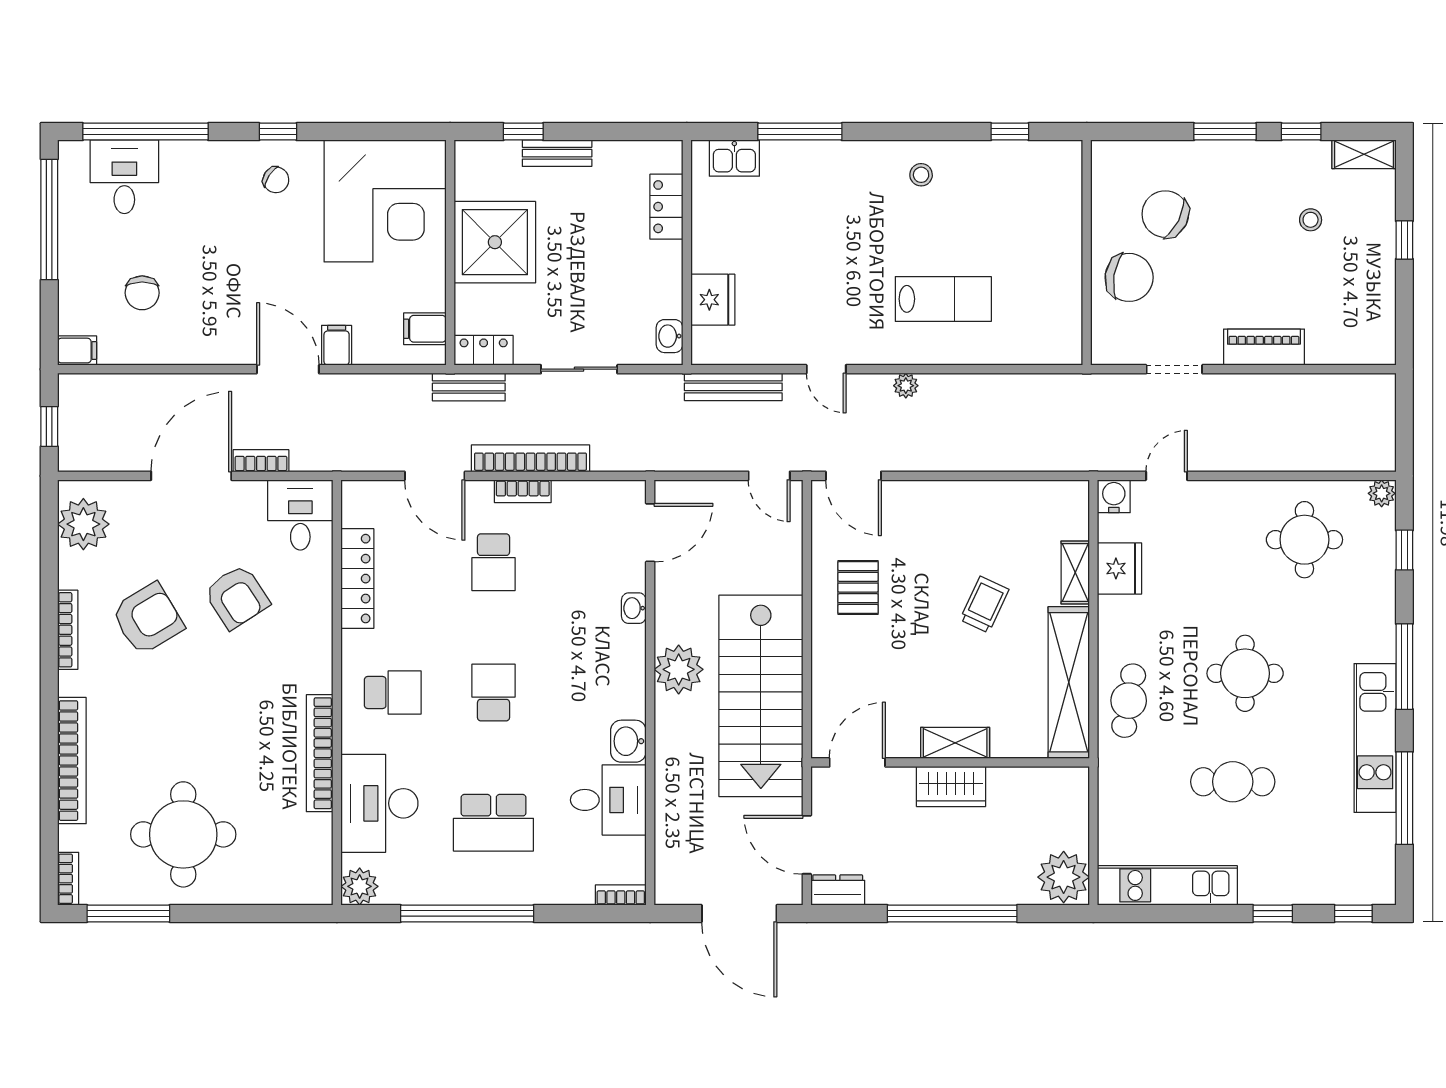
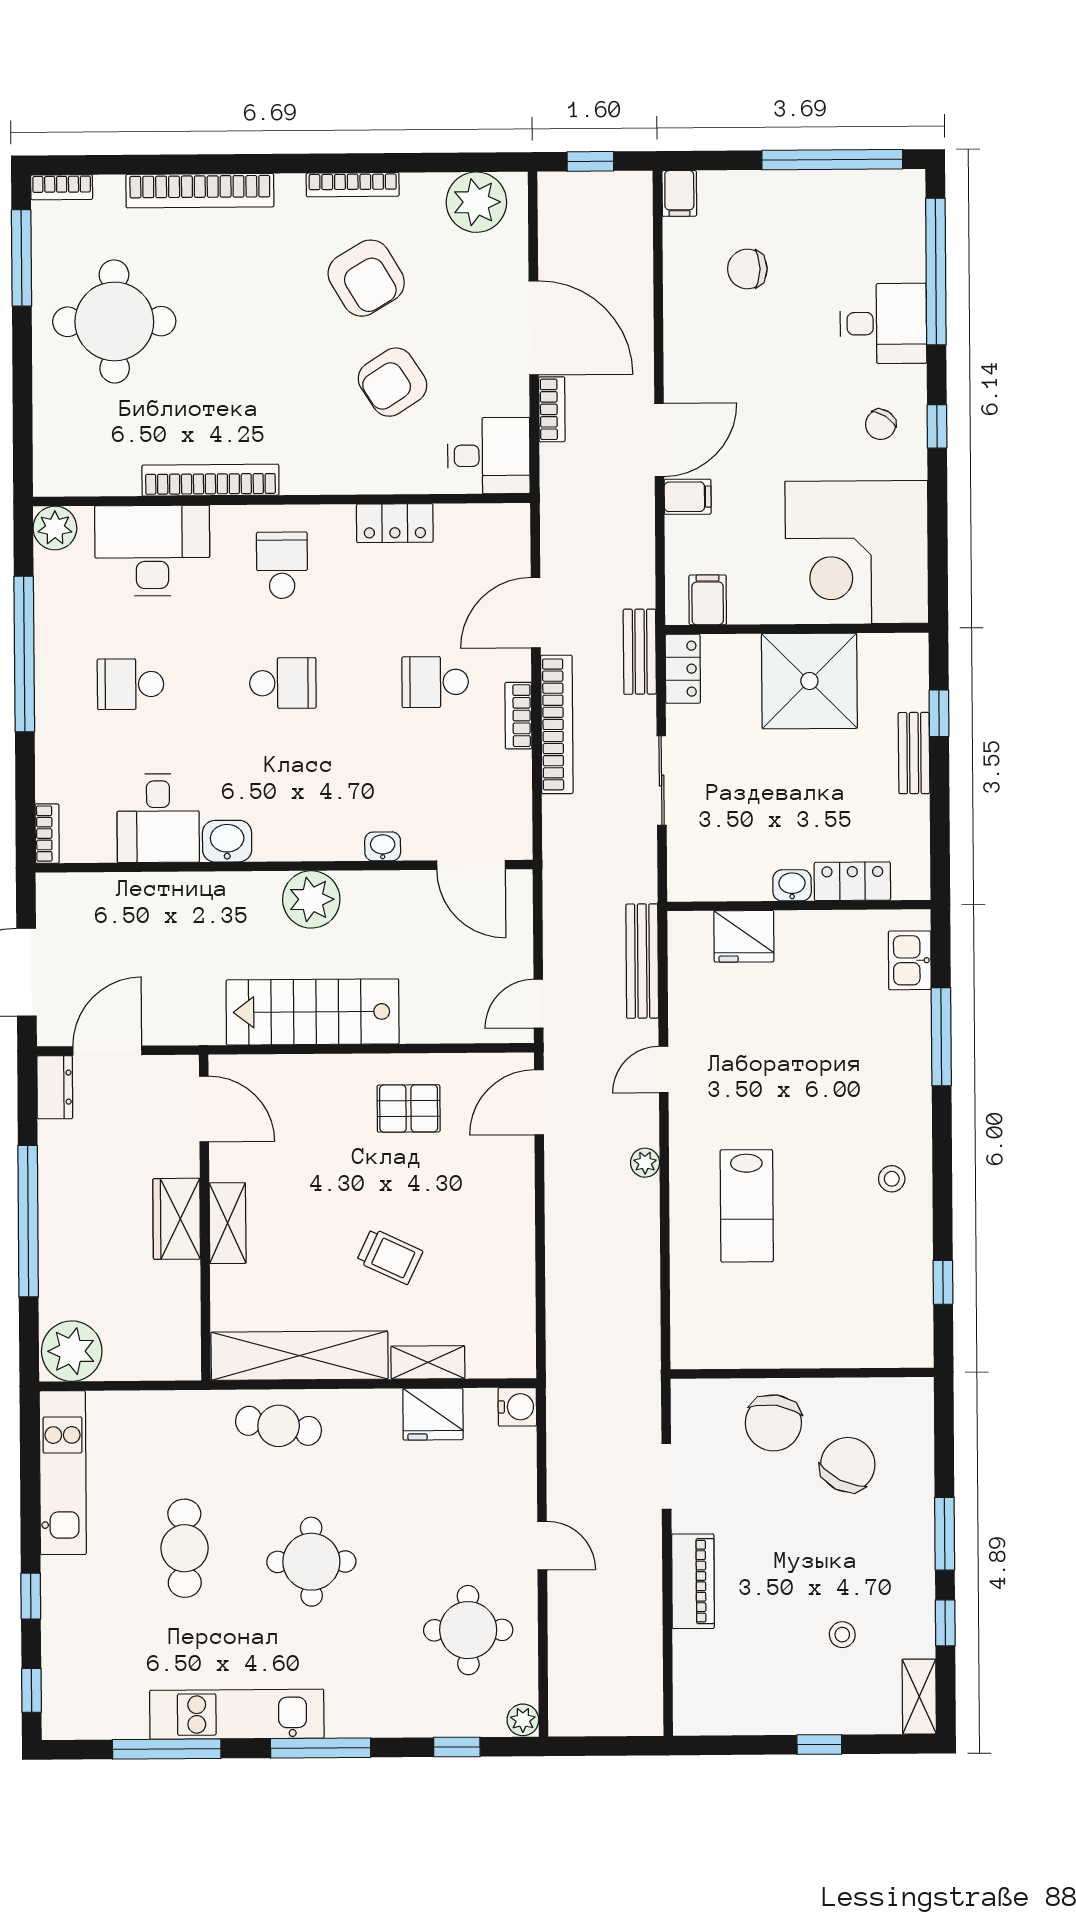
desk: (124, 177) -> (883, 323), moved
washbasin: (670, 336) -> (792, 885), moved
door: (1167, 476) -> (542, 1546), moved
locker: (357, 579) -> (395, 523), width x0.66
school desk: (393, 693) -> (282, 565), turned 180
stairs: (761, 696) -> (313, 1012), width x0.73, depth x0.66
school desk: (493, 823) -> (130, 684), width x0.54

